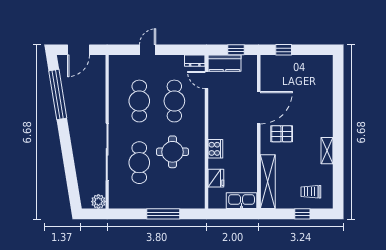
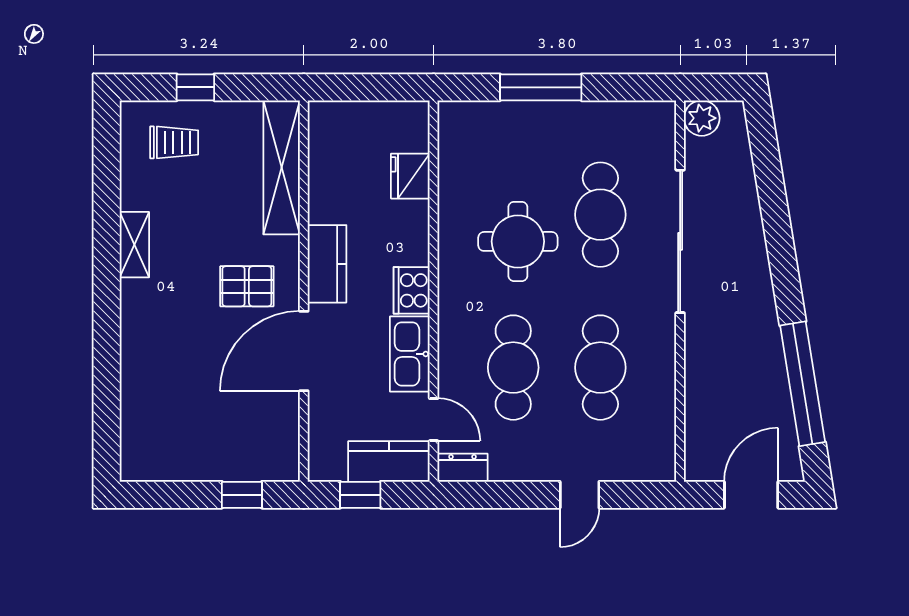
kitchen counter: (249, 143) -> (327, 264), added
cooker: (215, 149) -> (412, 290), moved
kitchen sink: (242, 201) -> (410, 354), moved, turned 90

